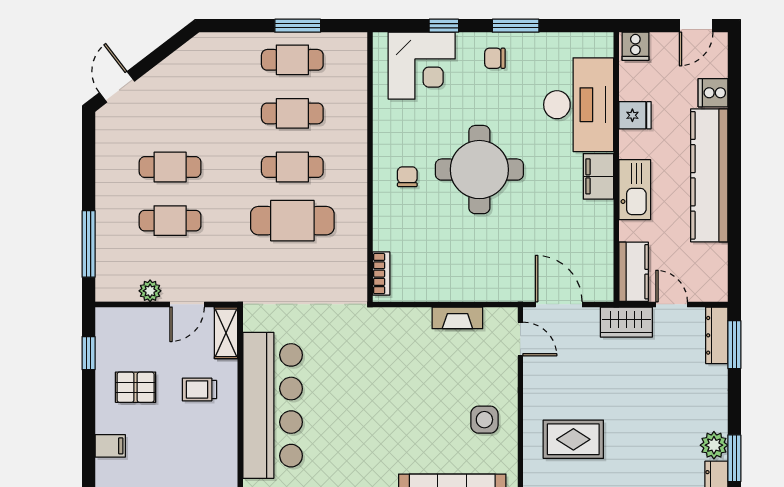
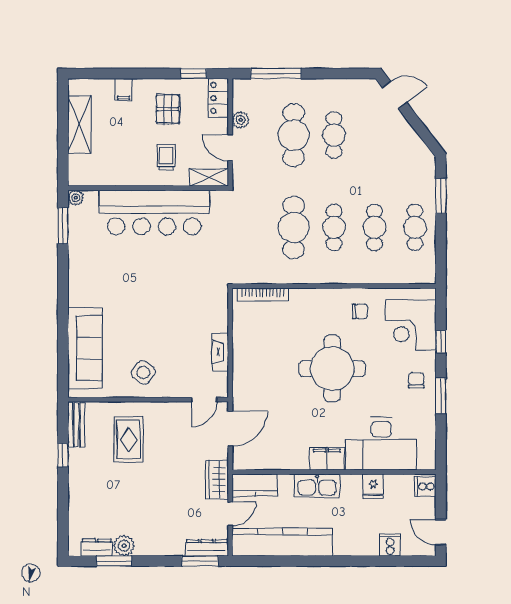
window: (298, 26) -> (441, 196), moved
kitchen counter: (709, 175) -> (282, 542), moved
chair: (407, 177) -> (360, 311), moved
cafe table: (170, 221) -> (294, 135), width x1.37, depth x1.35
bookcase: (381, 274) -> (263, 294), width x1.56
locker: (121, 320) -> (218, 98), added
side table: (484, 420) -> (143, 372), turned 37

